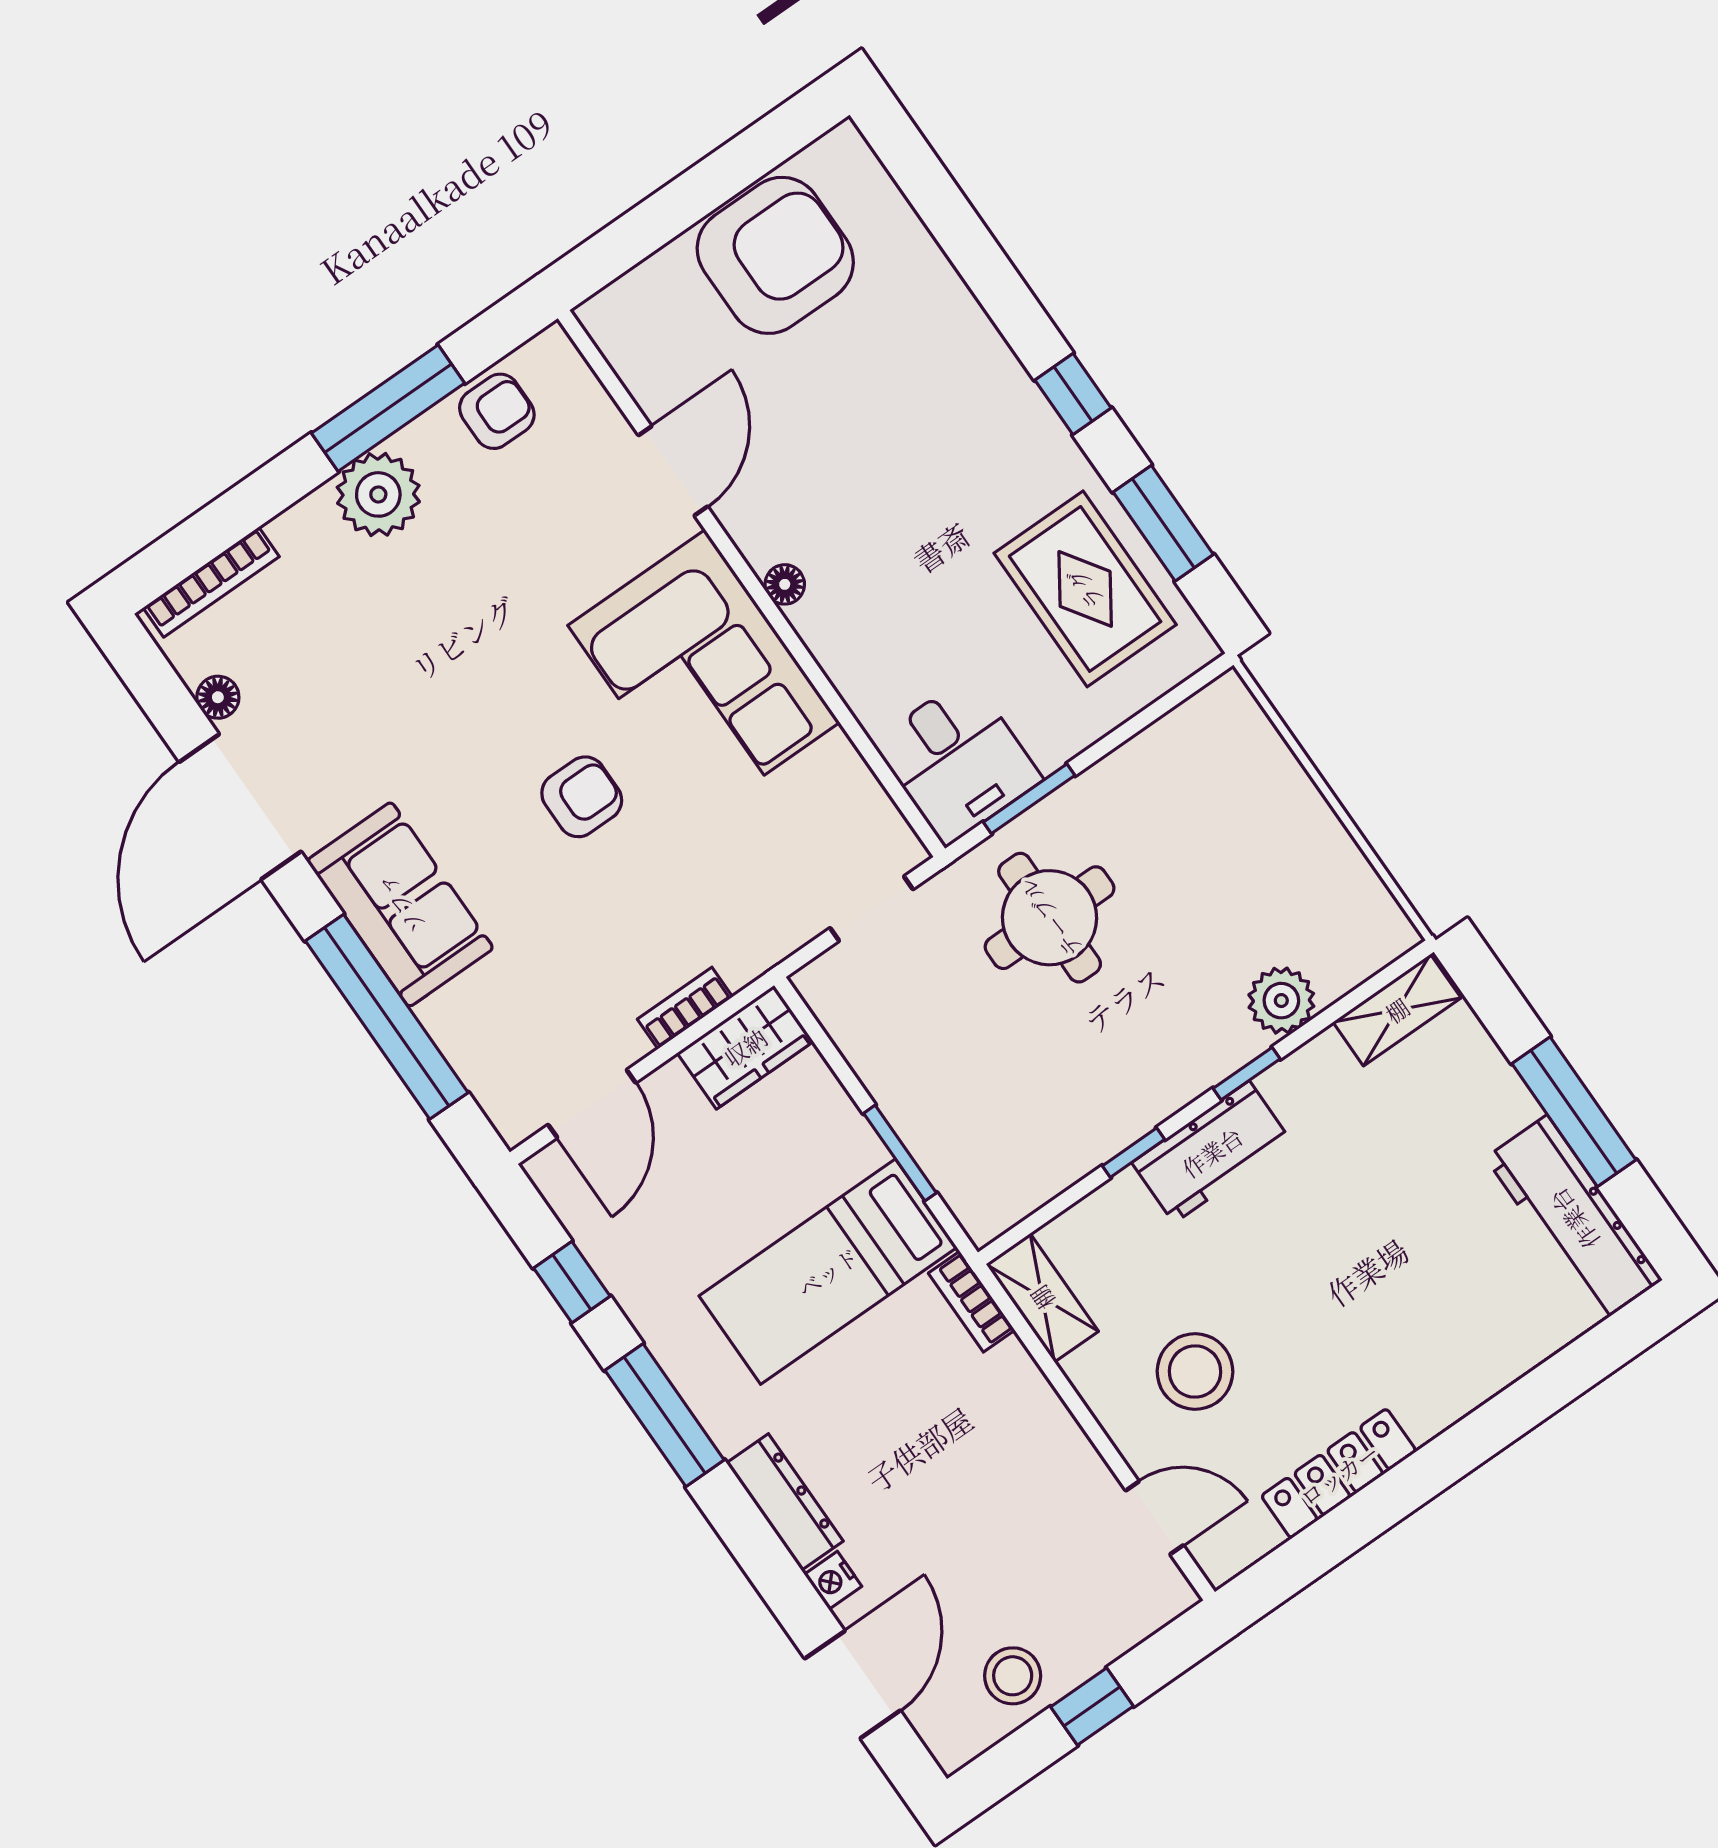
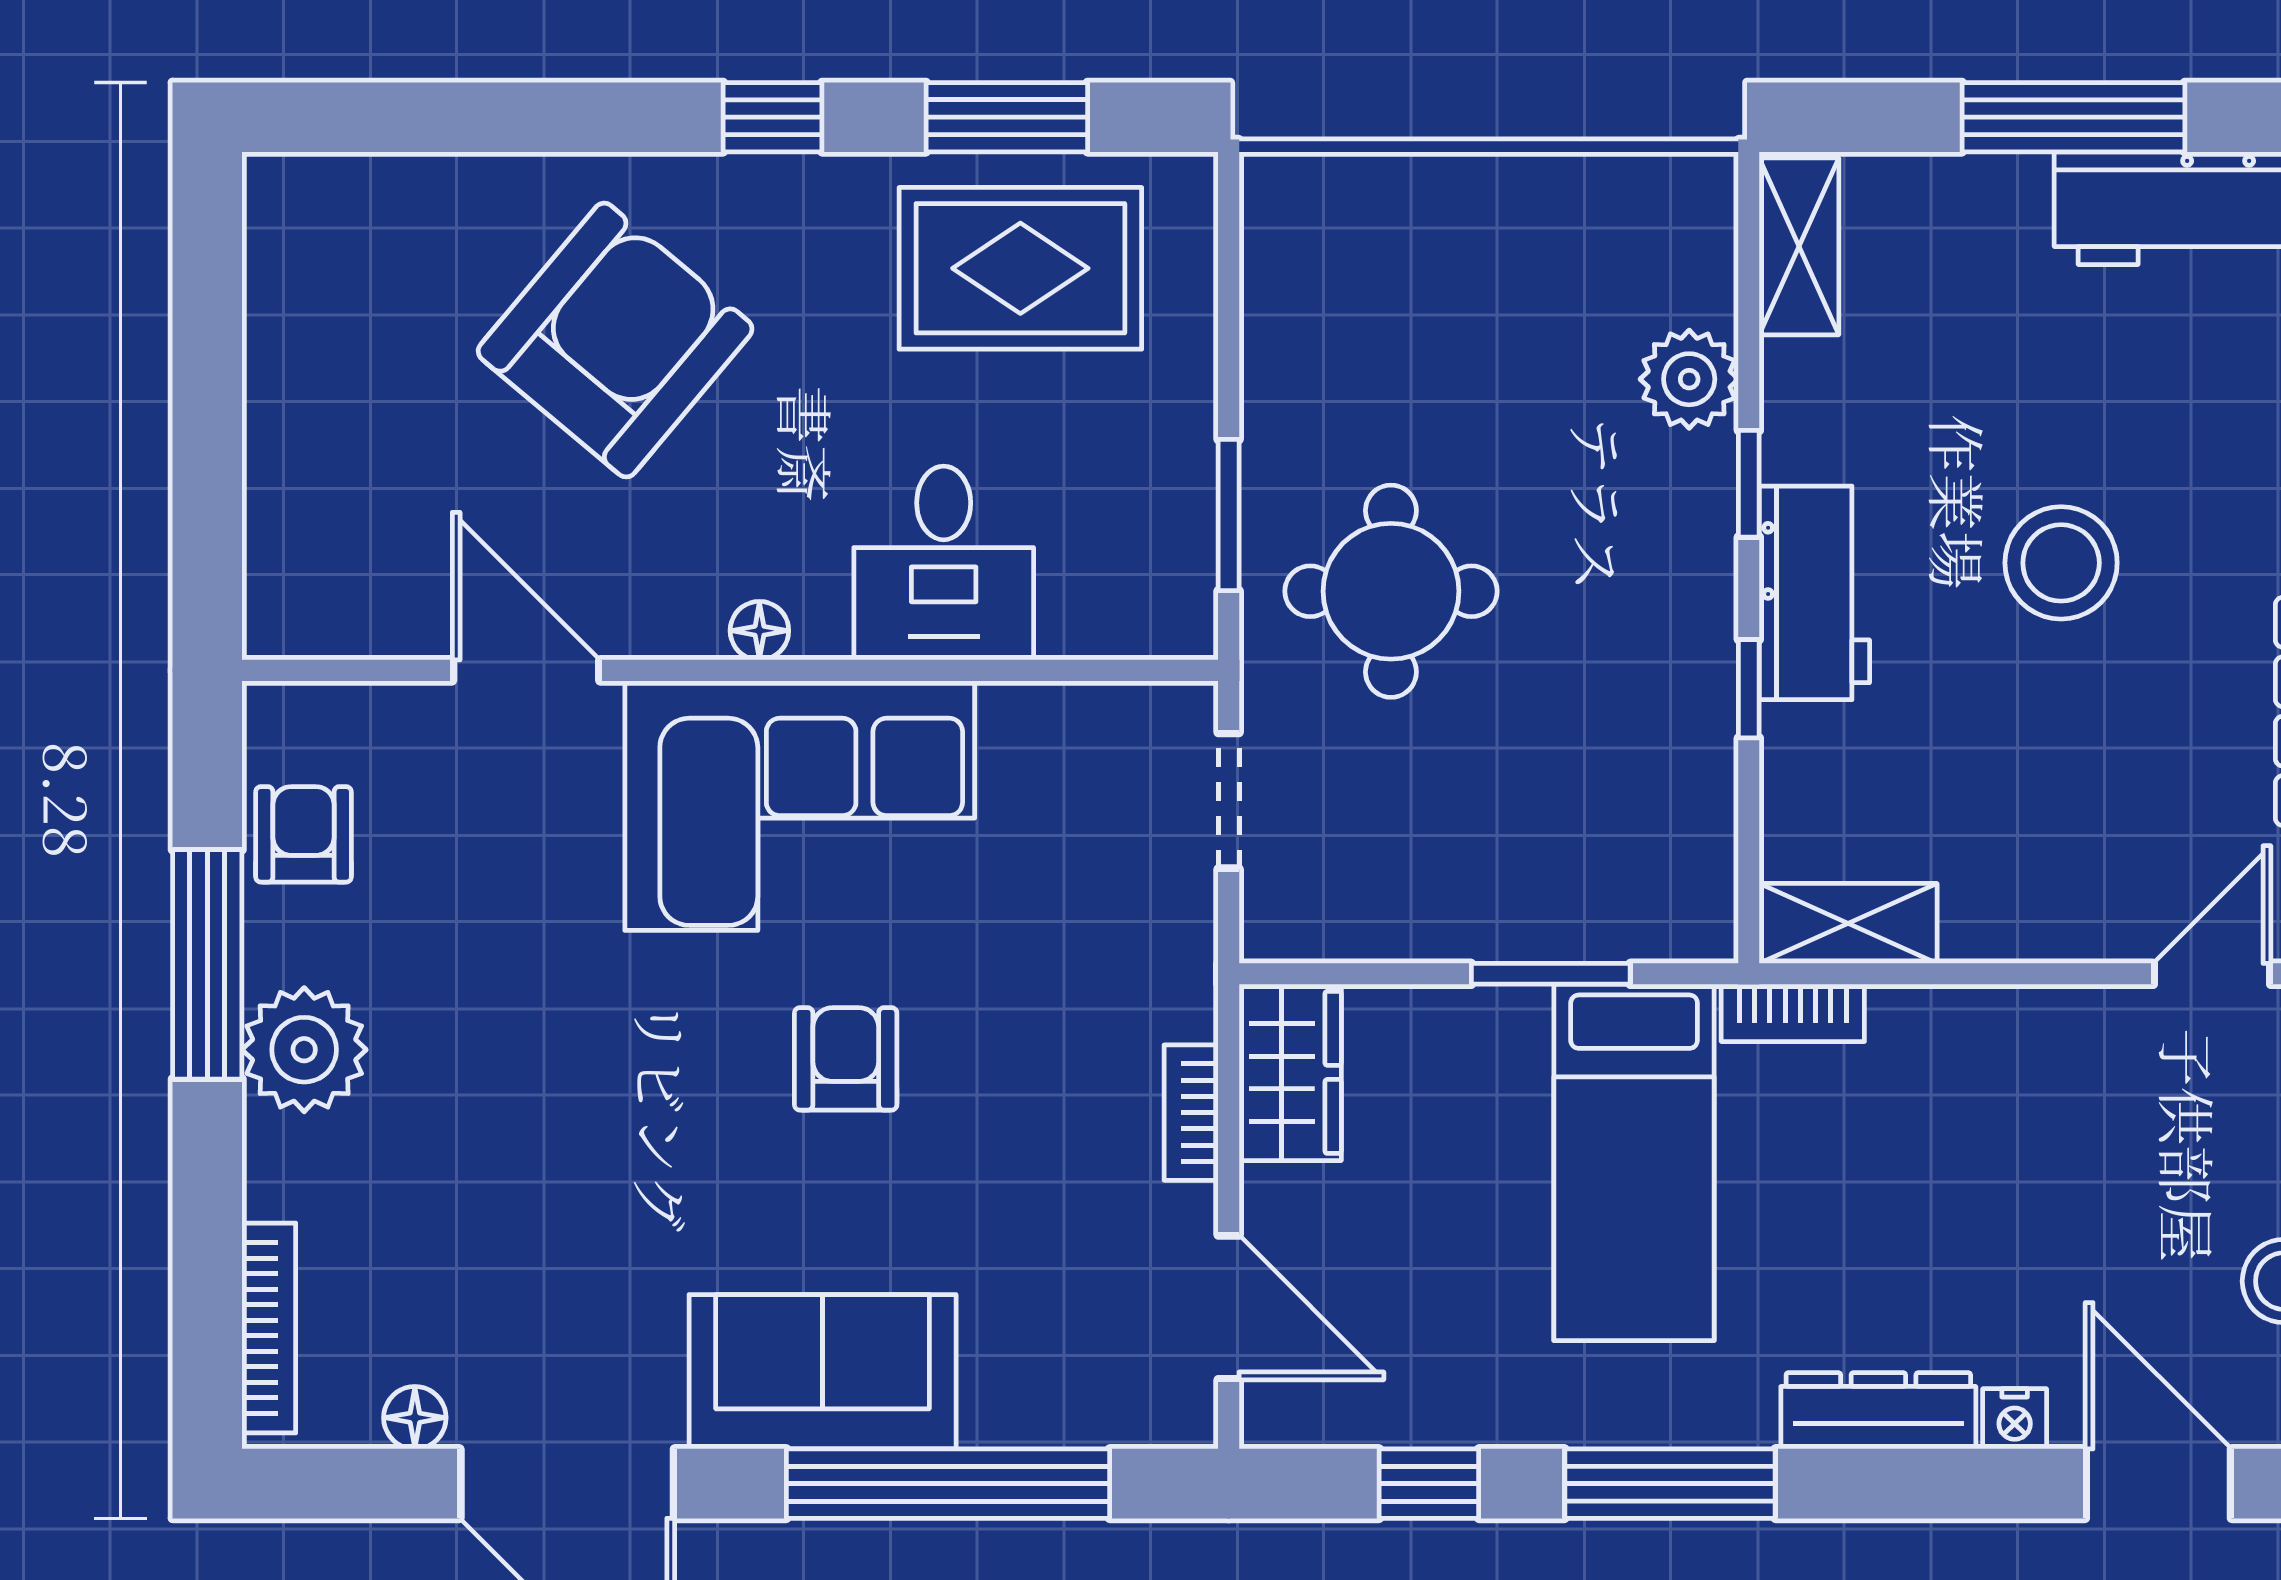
armchair: (775, 255) -> (615, 340), moved, turned 40
desk: (957, 761) -> (944, 563), moved, turned 90
stool: (1195, 1372) -> (2061, 563), moved

